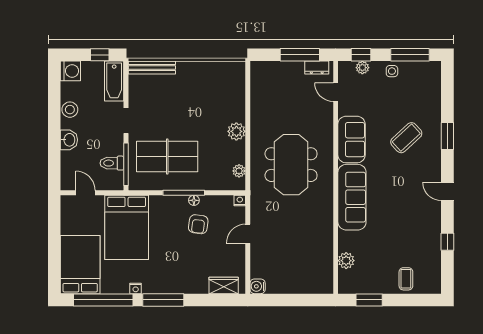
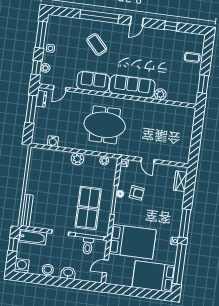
window: (447, 136) -> (99, 17), width x2.11
plant: (346, 261) -> (160, 94), moved
water cooler: (258, 286) -> (53, 141), moved

